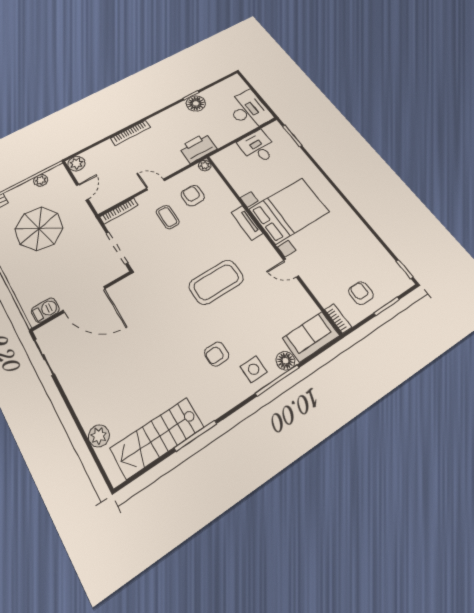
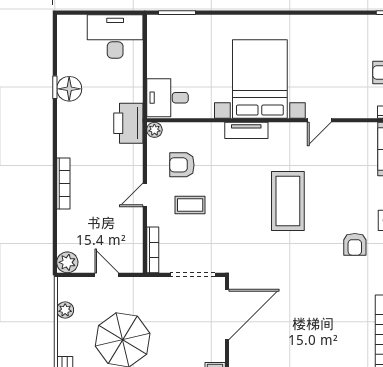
desk: (258, 147) -> (167, 98), moved
door: (84, 299) -> (227, 314), moved

